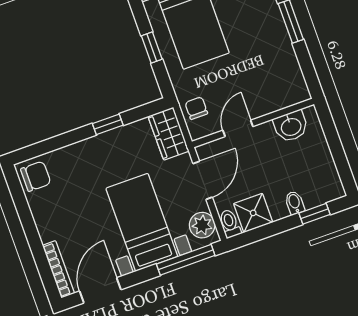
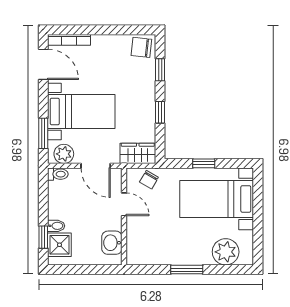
chair: (196, 108) -> (149, 180), turned 120
window: (55, 143) -> (160, 70), added
chair: (36, 176) -> (141, 47), turned 96
shower: (253, 213) -> (59, 245), moved
window: (186, 260) -> (43, 133), width x0.69

